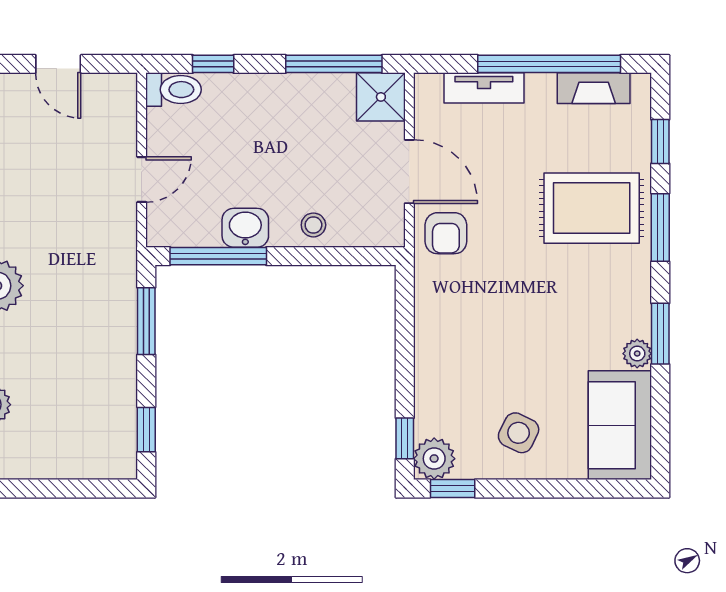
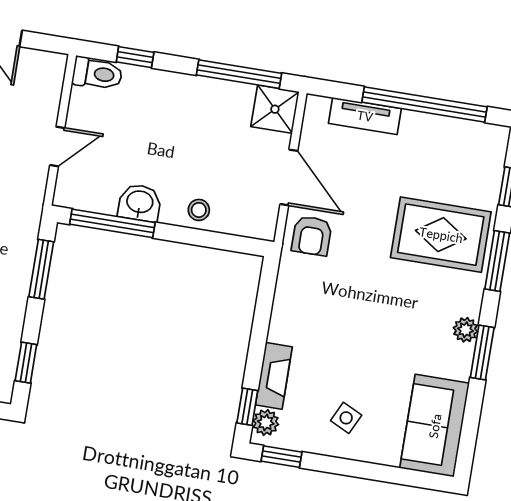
fireplace: (594, 88) -> (274, 376), moved, turned -90
plant: (637, 354) -> (465, 330), moved
side table: (519, 433) -> (346, 418), width x0.73, depth x0.73
plant: (434, 459) -> (266, 422), width x0.73, depth x0.73

